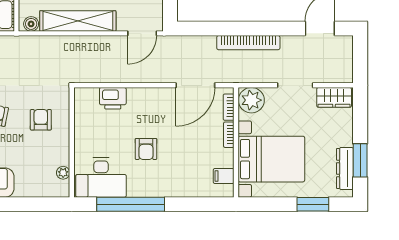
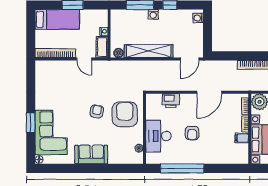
door: (195, 85) -> (209, 92), moved
armchair: (41, 120) -> (125, 114), width x1.88, depth x1.88
filing cabinet: (224, 176) -> (242, 138), moved
desk: (101, 178) -> (159, 136), moved, turned 90

